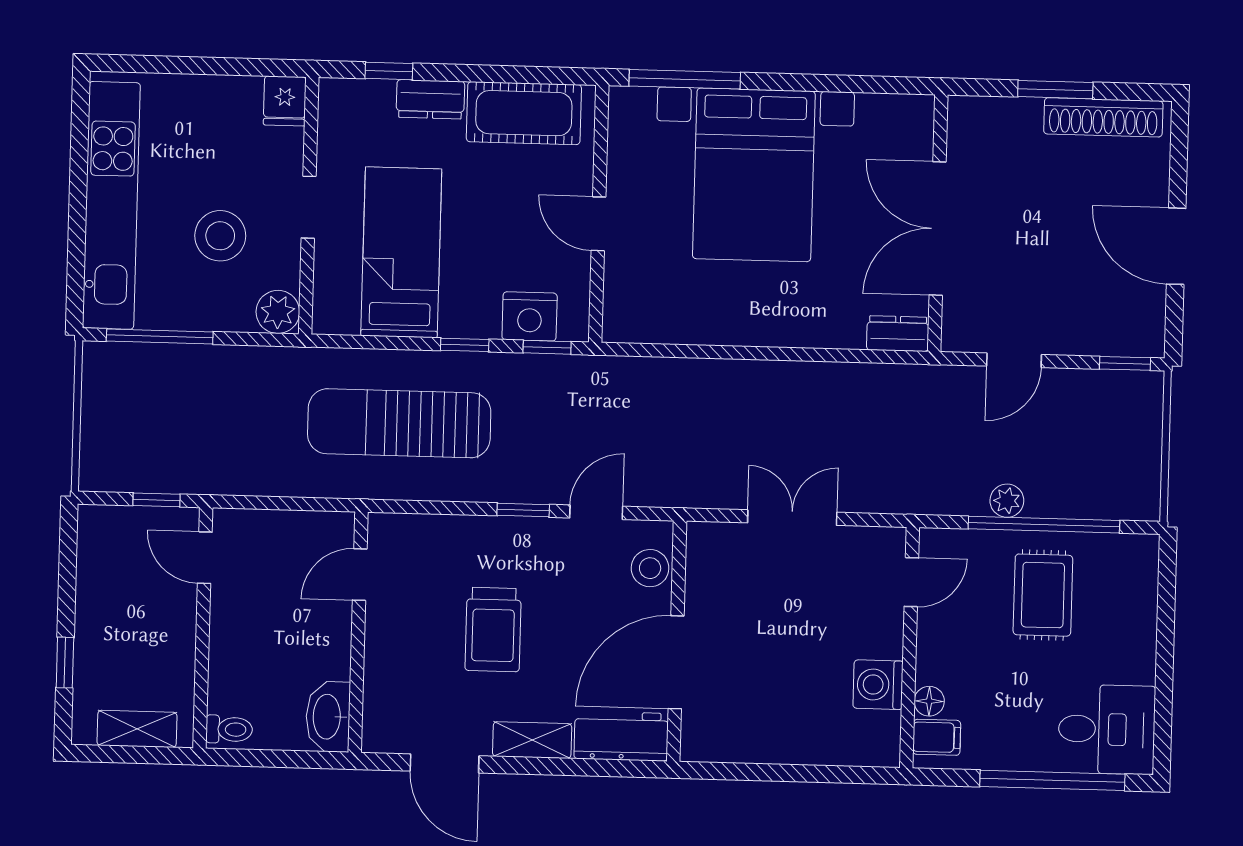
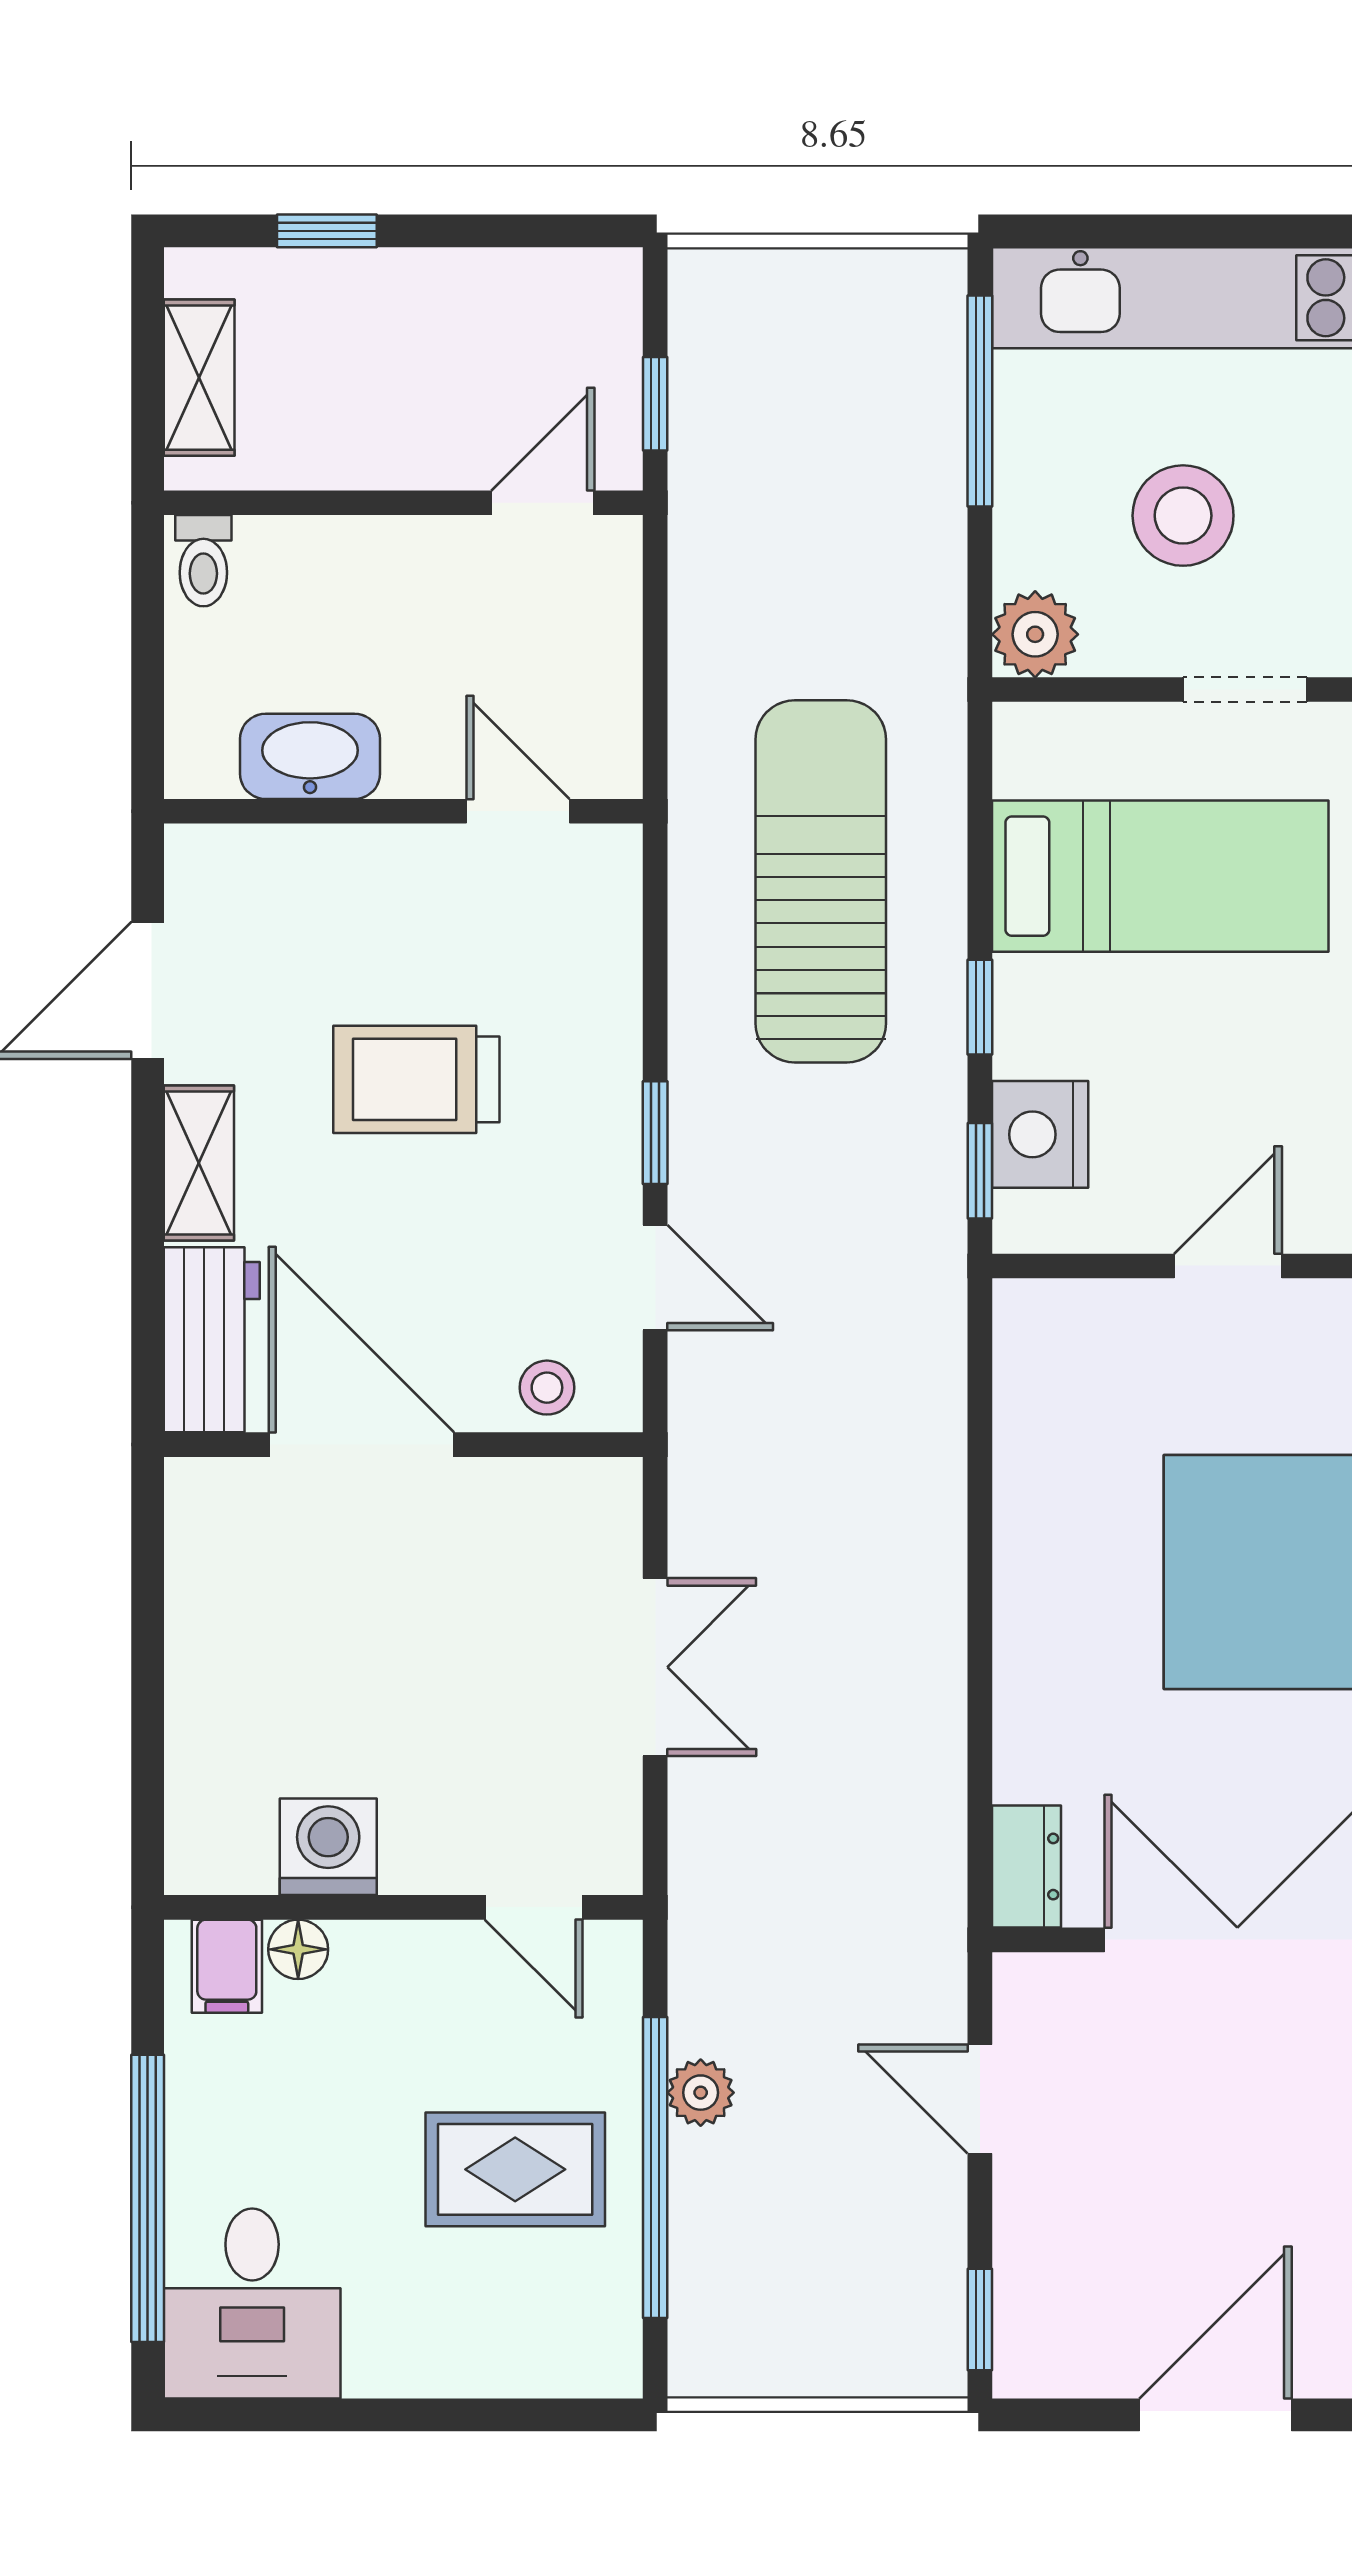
stool: (650, 568) -> (547, 1388), width x0.73, depth x0.73
washbasin: (328, 717) -> (310, 756), moved

